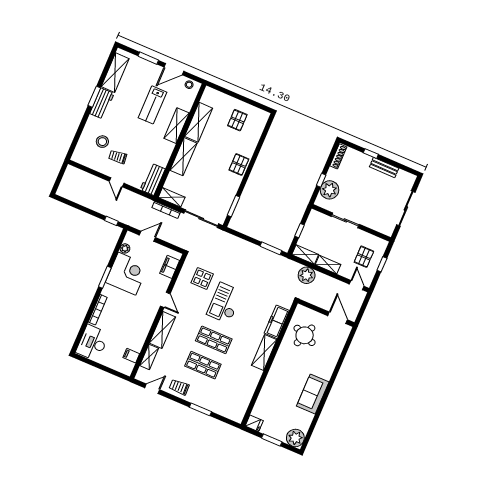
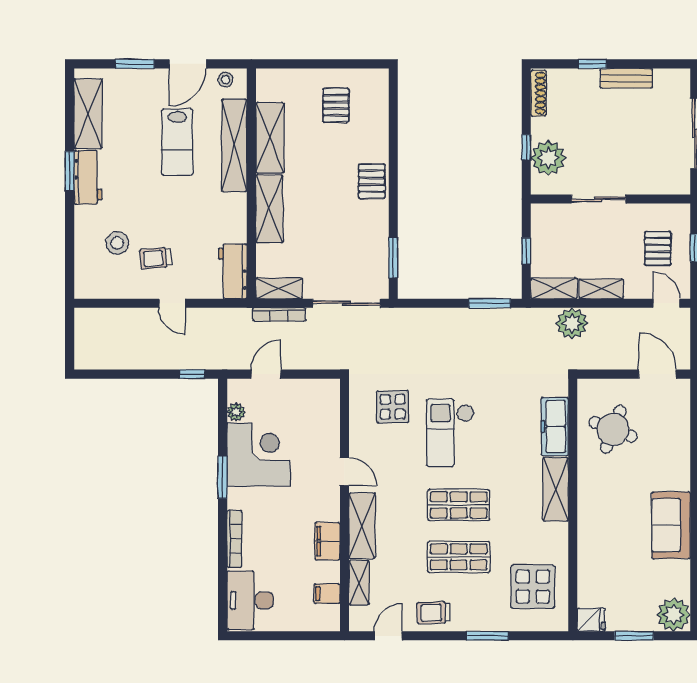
shelving: (177, 126) -> (234, 145), width x1.47
filing cabinet: (170, 267) -> (328, 541), moved
display table: (233, 395) -> (533, 587), added

